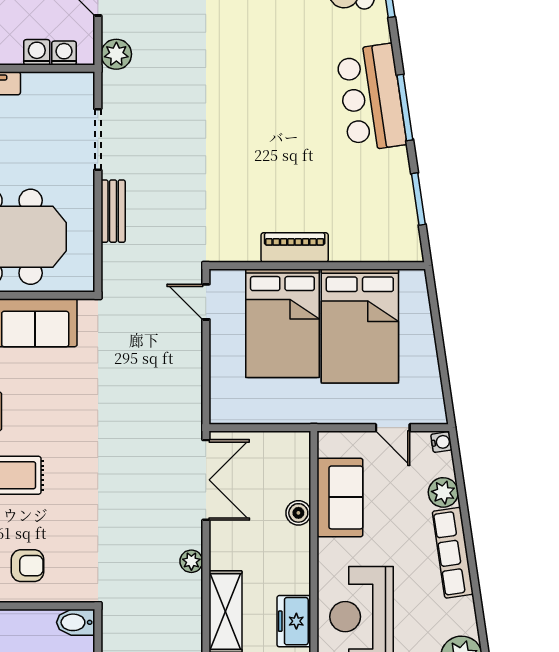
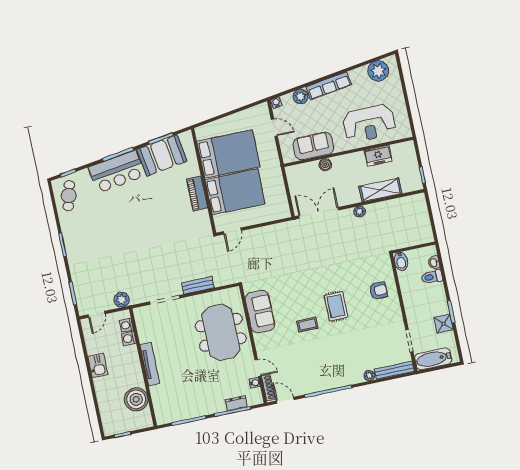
booth: (385, 194) -> (162, 155), added
door: (393, 428) -> (274, 128), hinge flipped
armchair: (27, 566) -> (378, 291), turned 90

